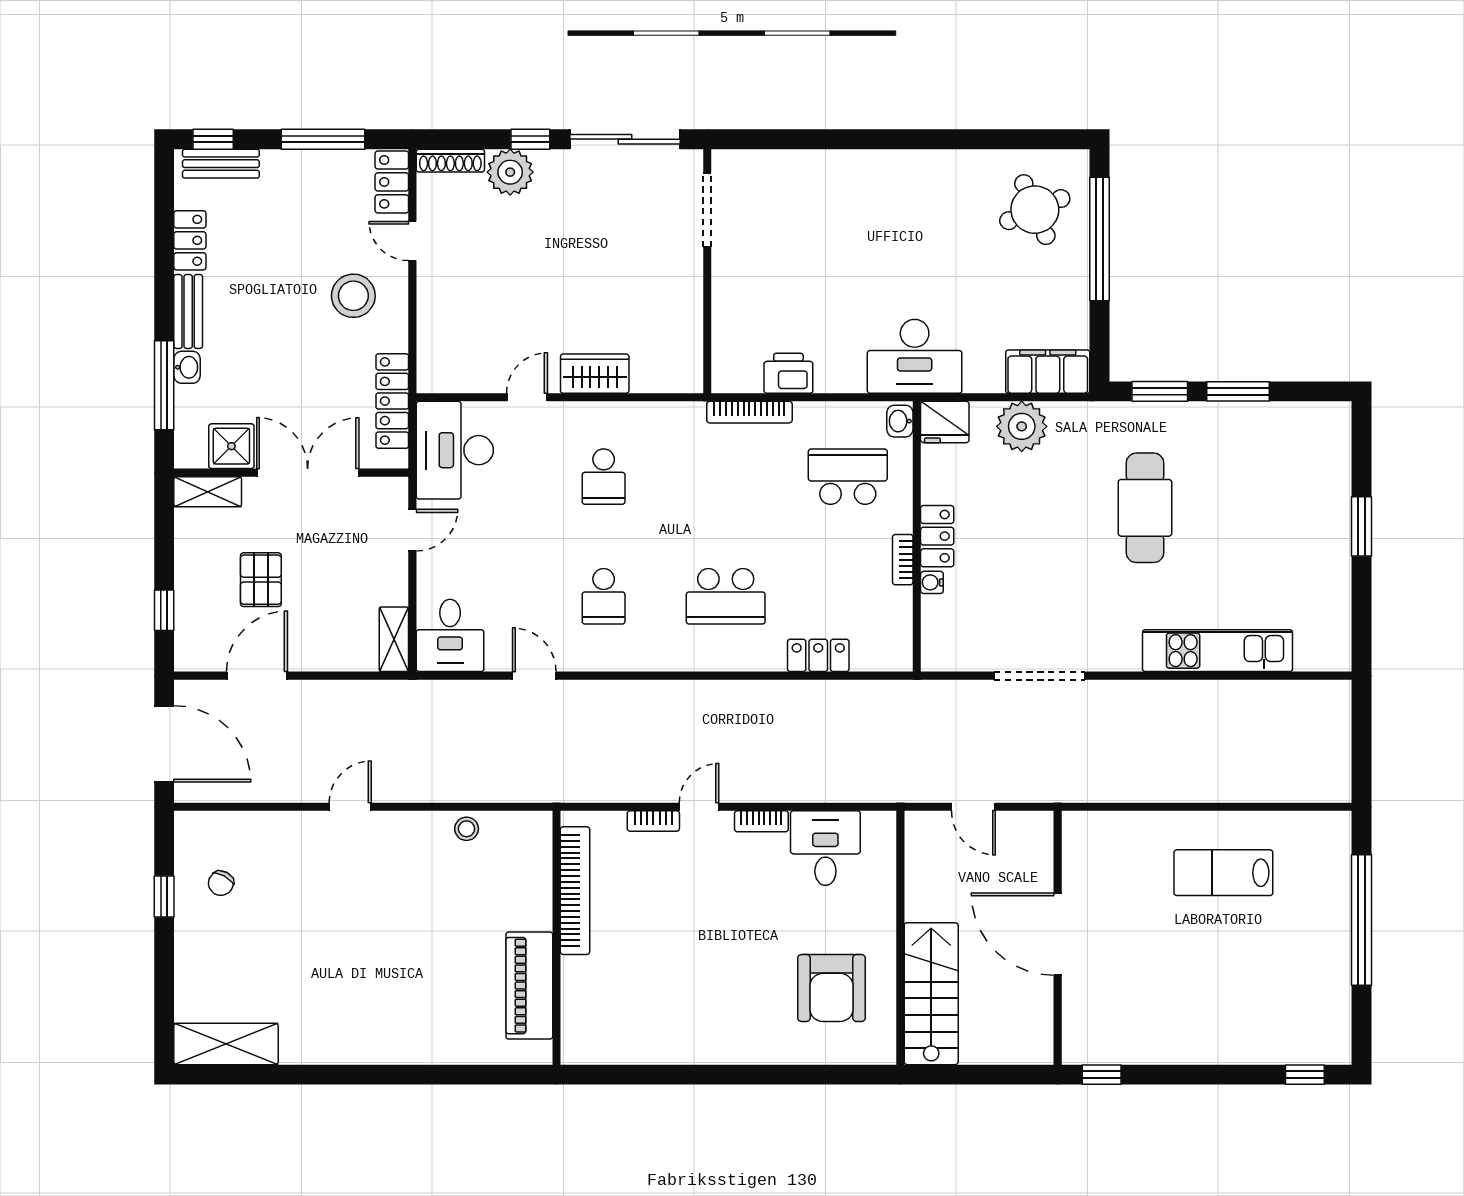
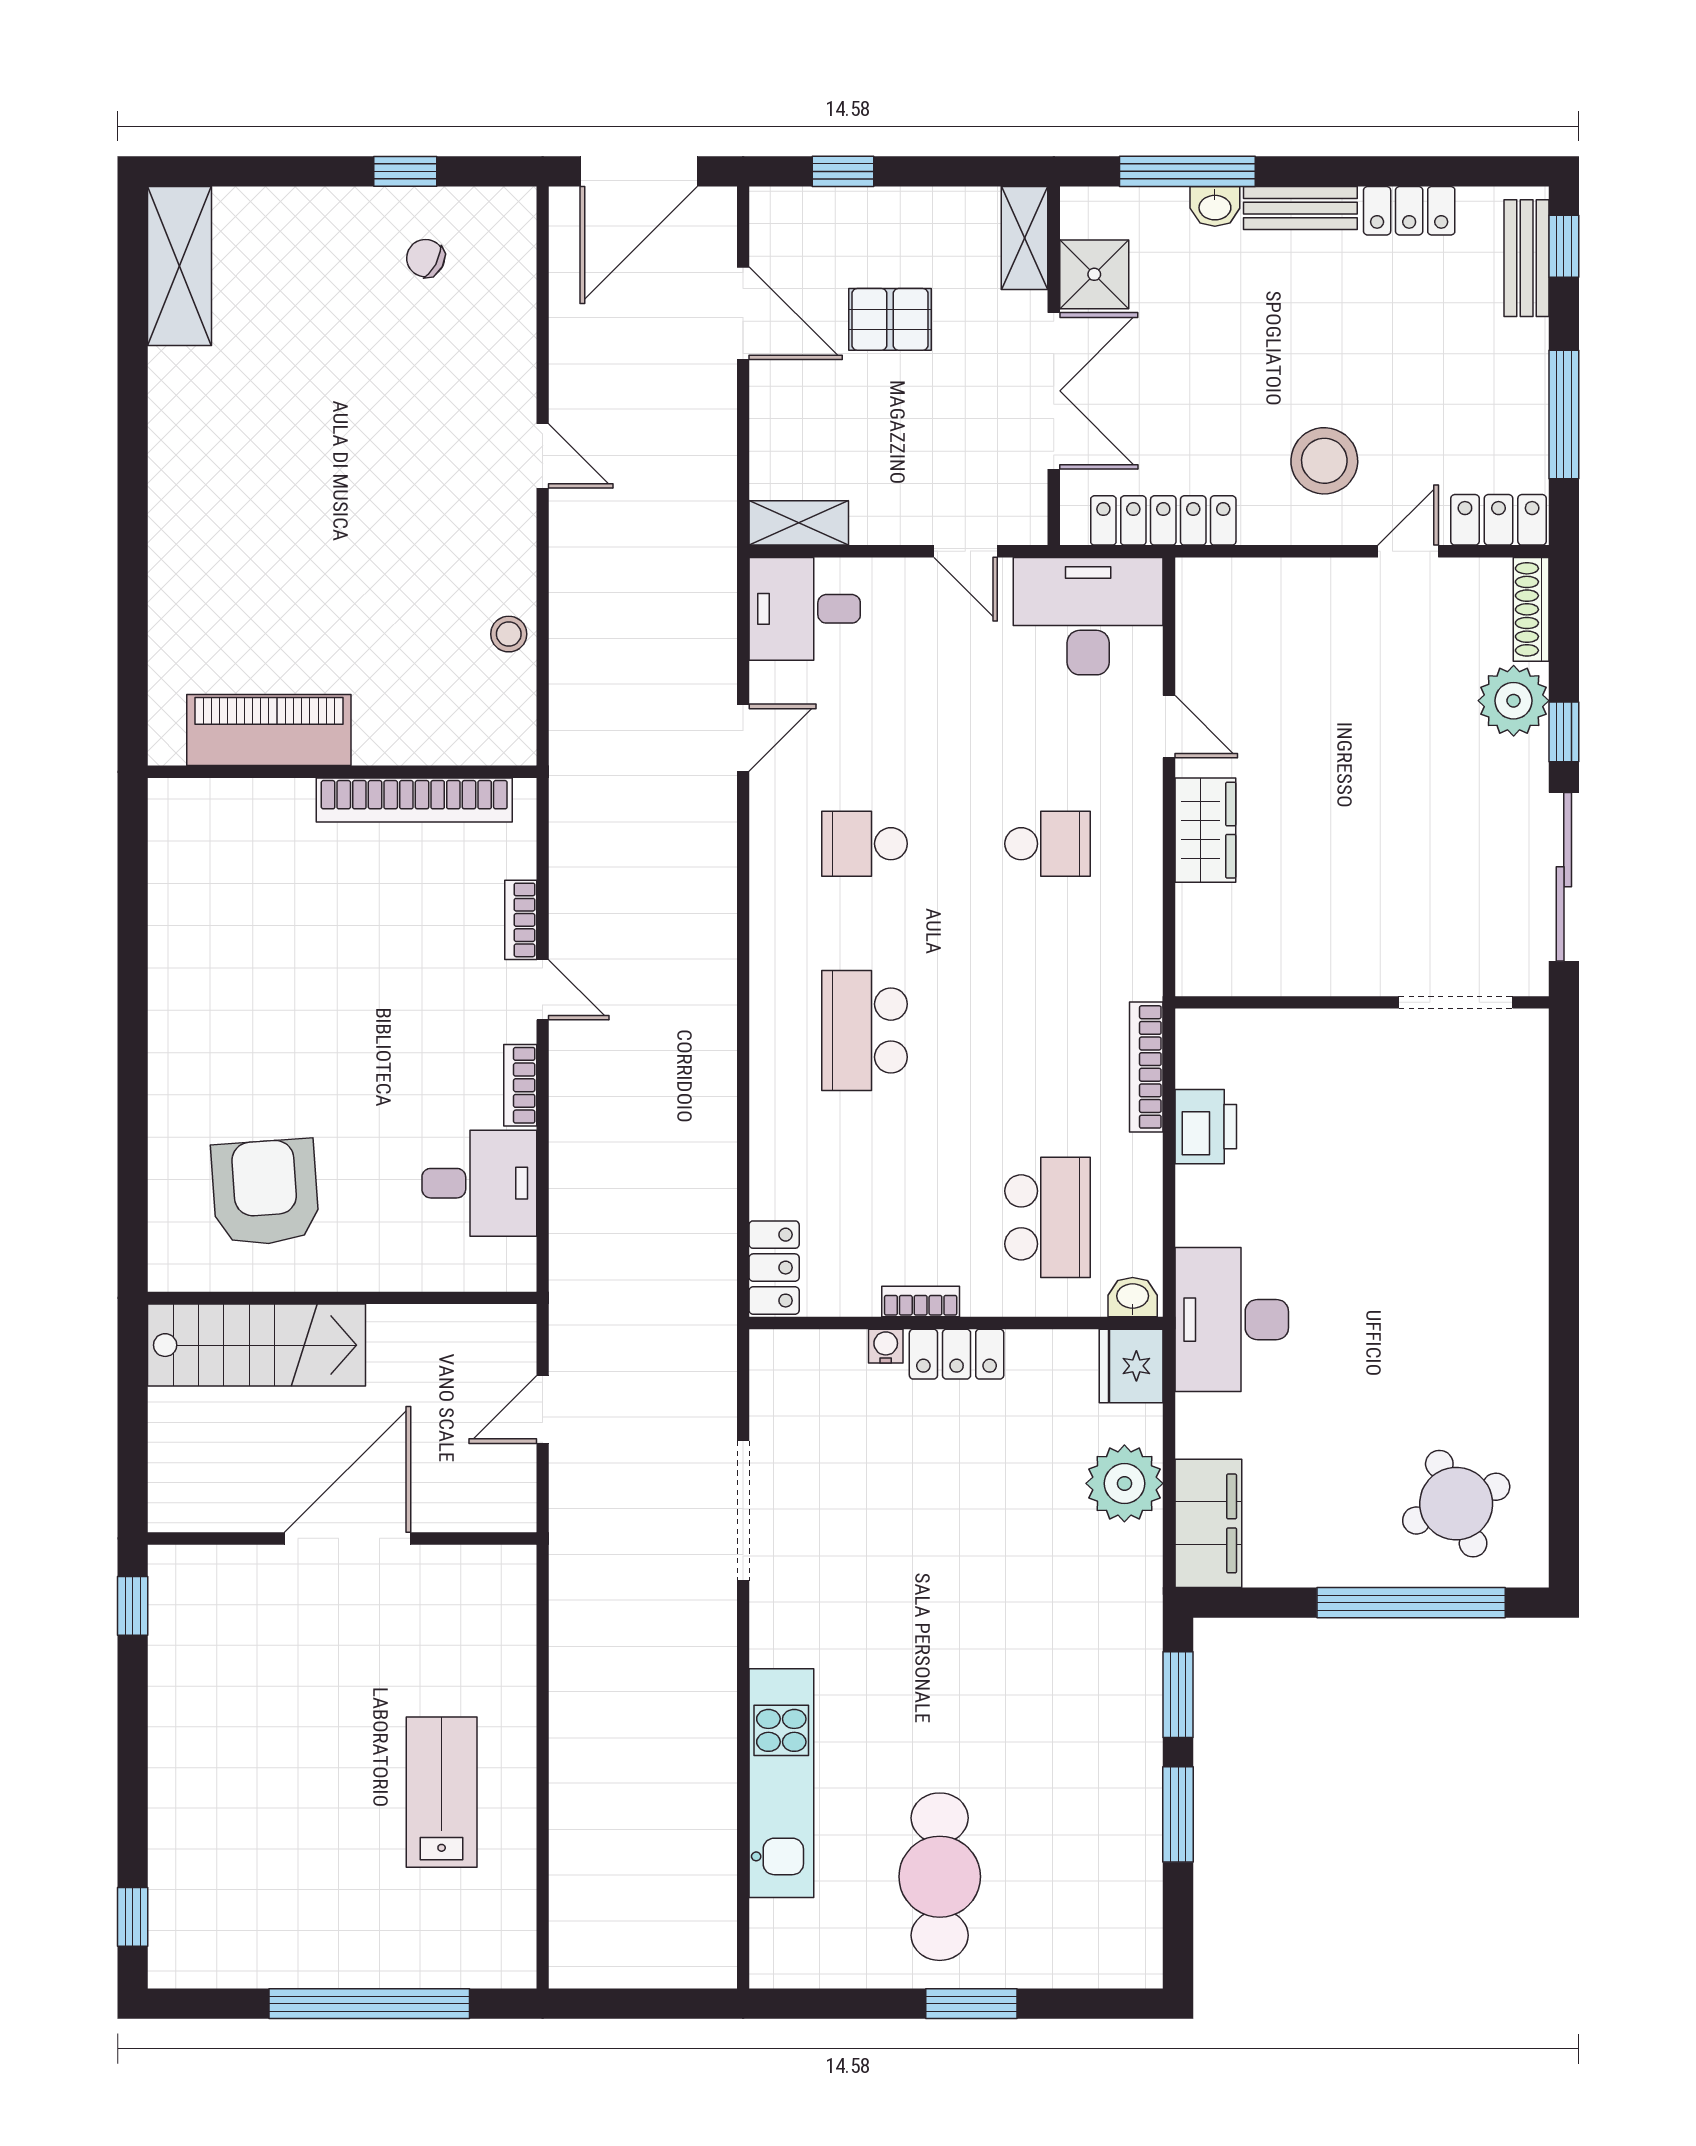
school desk: (604, 477) -> (1048, 844), turned 180
cafe table: (1145, 508) -> (940, 1877), moved, turned 90
locker: (818, 655) -> (774, 1268), moved
armchair: (831, 988) -> (265, 1192), turned 86

